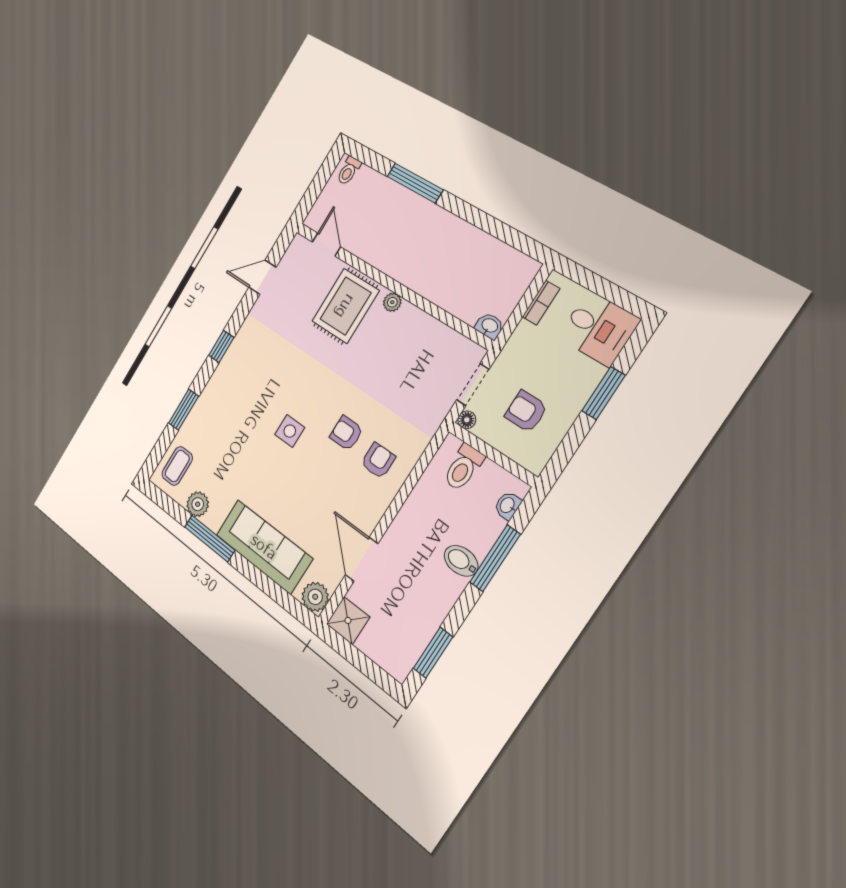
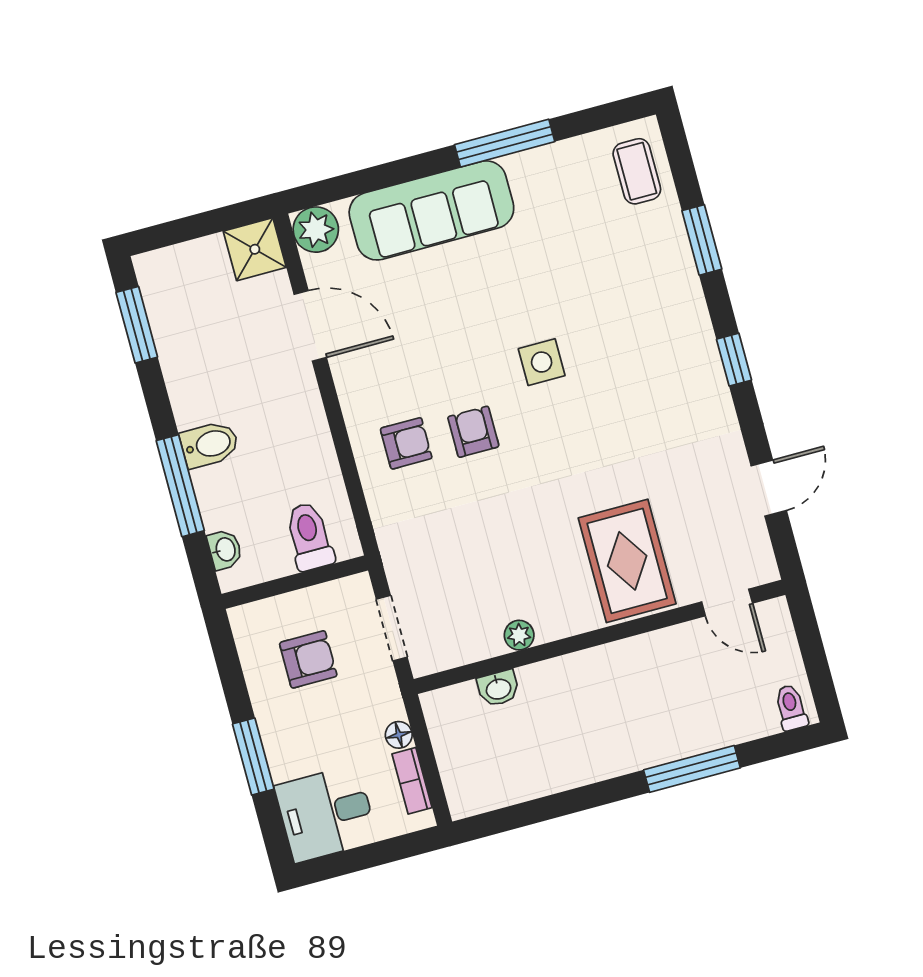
plant: (392, 302) -> (519, 635), moved
washbasin: (489, 326) -> (498, 688), moved
floor lamp: (467, 420) -> (399, 735), moved
armchair: (346, 433) -> (473, 432), turned -90
armchair: (378, 461) -> (406, 443), turned -90
plant: (198, 504) -> (562, 161), removed

